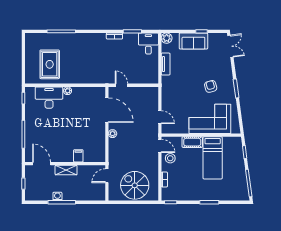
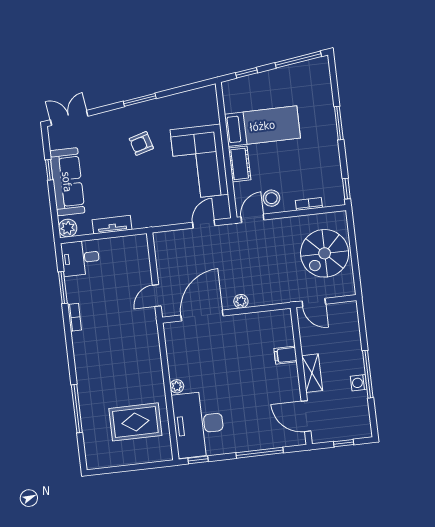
sofa: (193, 41) -> (67, 182), width x1.36
desk: (49, 98) -> (199, 424), width x1.36, depth x1.30
corner sofa: (210, 119) -> (199, 162), moved
door: (42, 164) -> (306, 416), hinge flipped

